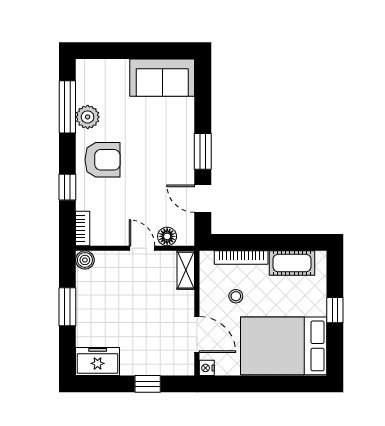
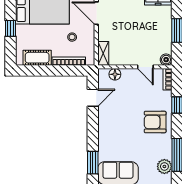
plant: (88, 117) -> (164, 166), moved
window: (203, 151) -> (93, 163), moved
door: (203, 199) -> (93, 98), hinge flipped
door: (142, 248) -> (145, 67), moved

